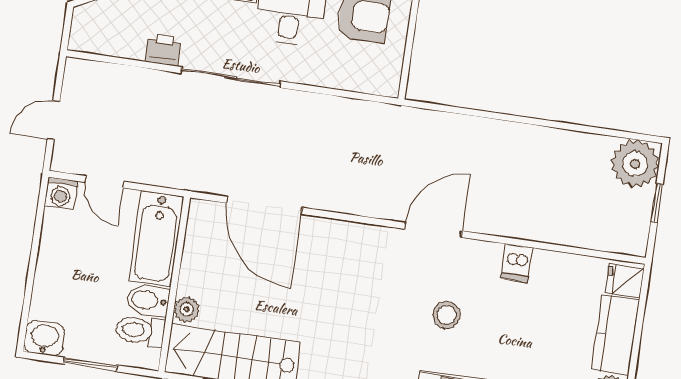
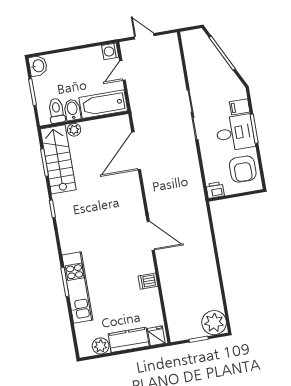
printer: (163, 50) -> (215, 190), moved, turned -90
stool: (446, 315) -> (112, 256), removed

